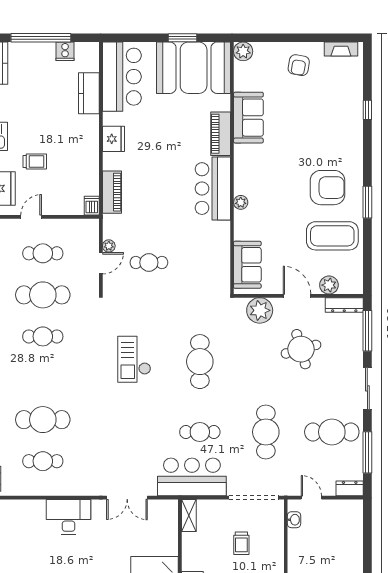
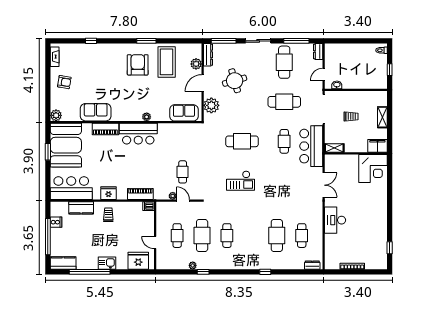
trolley: (35, 162) -> (108, 215), moved

